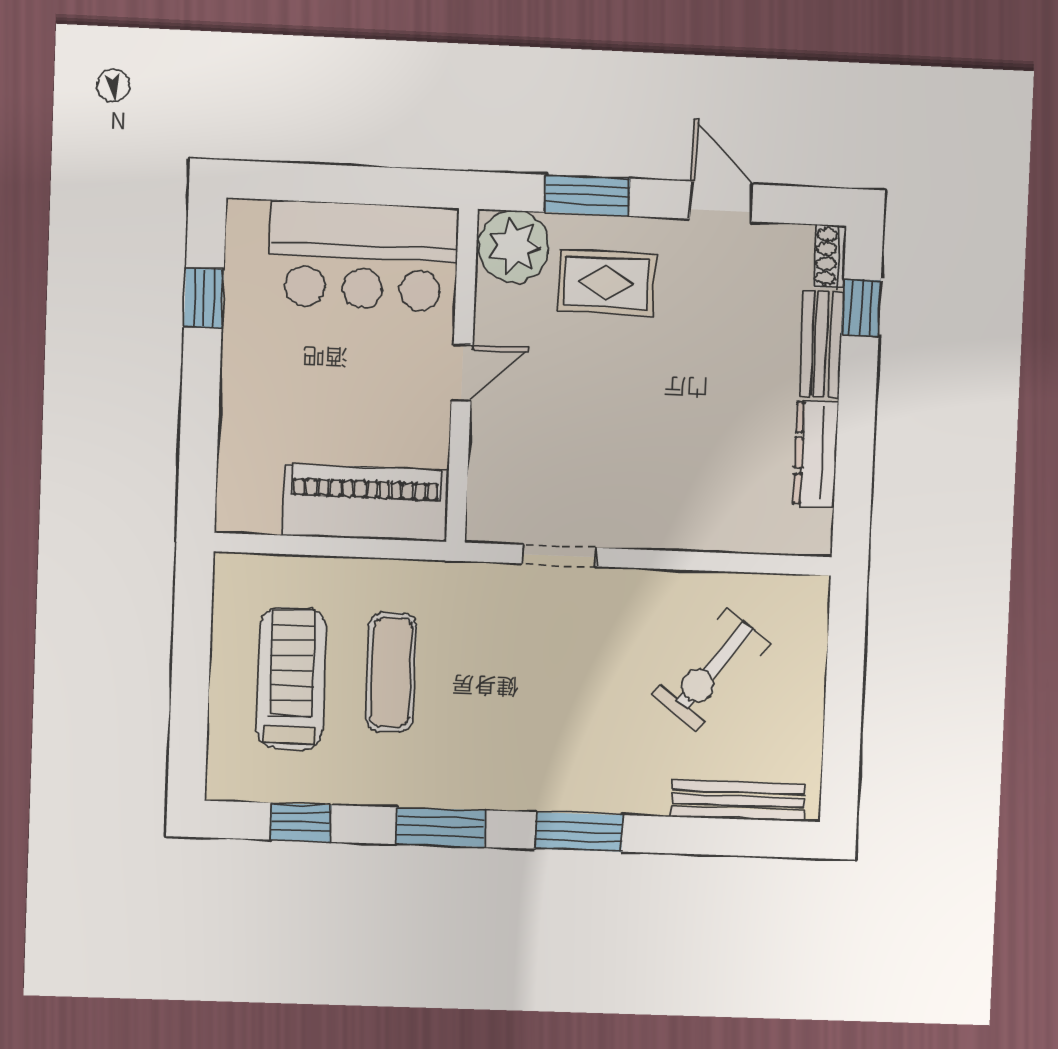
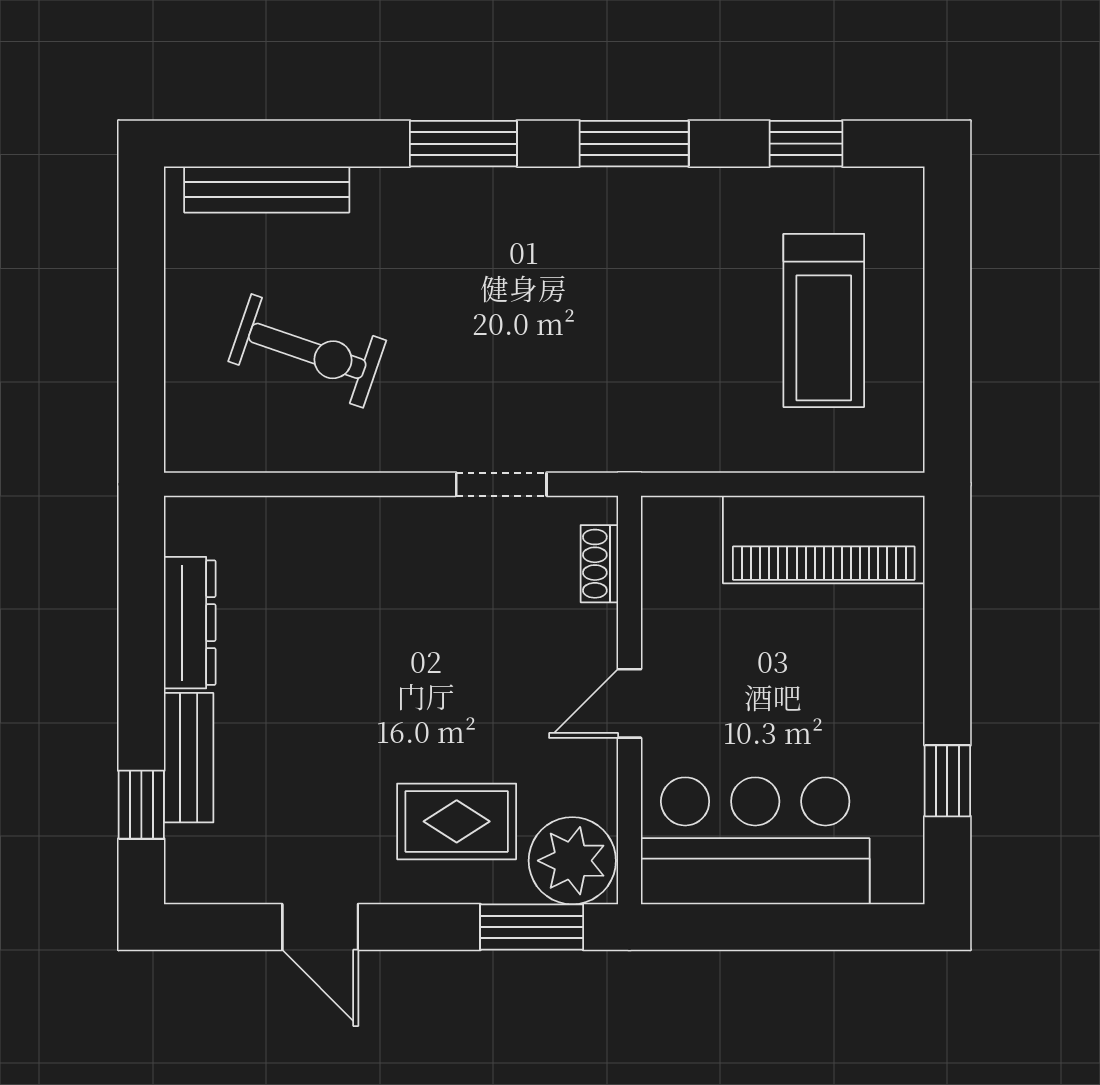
window: (587, 195) -> (532, 927), moved
shoe rack: (830, 256) -> (599, 564), moved, turned 180
piano: (365, 503) -> (824, 539), moved
exercise bike: (712, 669) -> (307, 351), turned 71
exercise mat: (391, 672) -> (702, 333), removed

